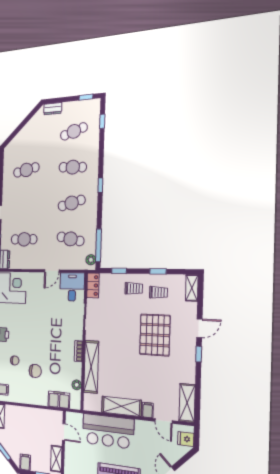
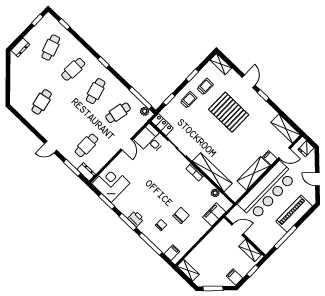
bar counter: (108, 431) -> (267, 191), width x1.36

